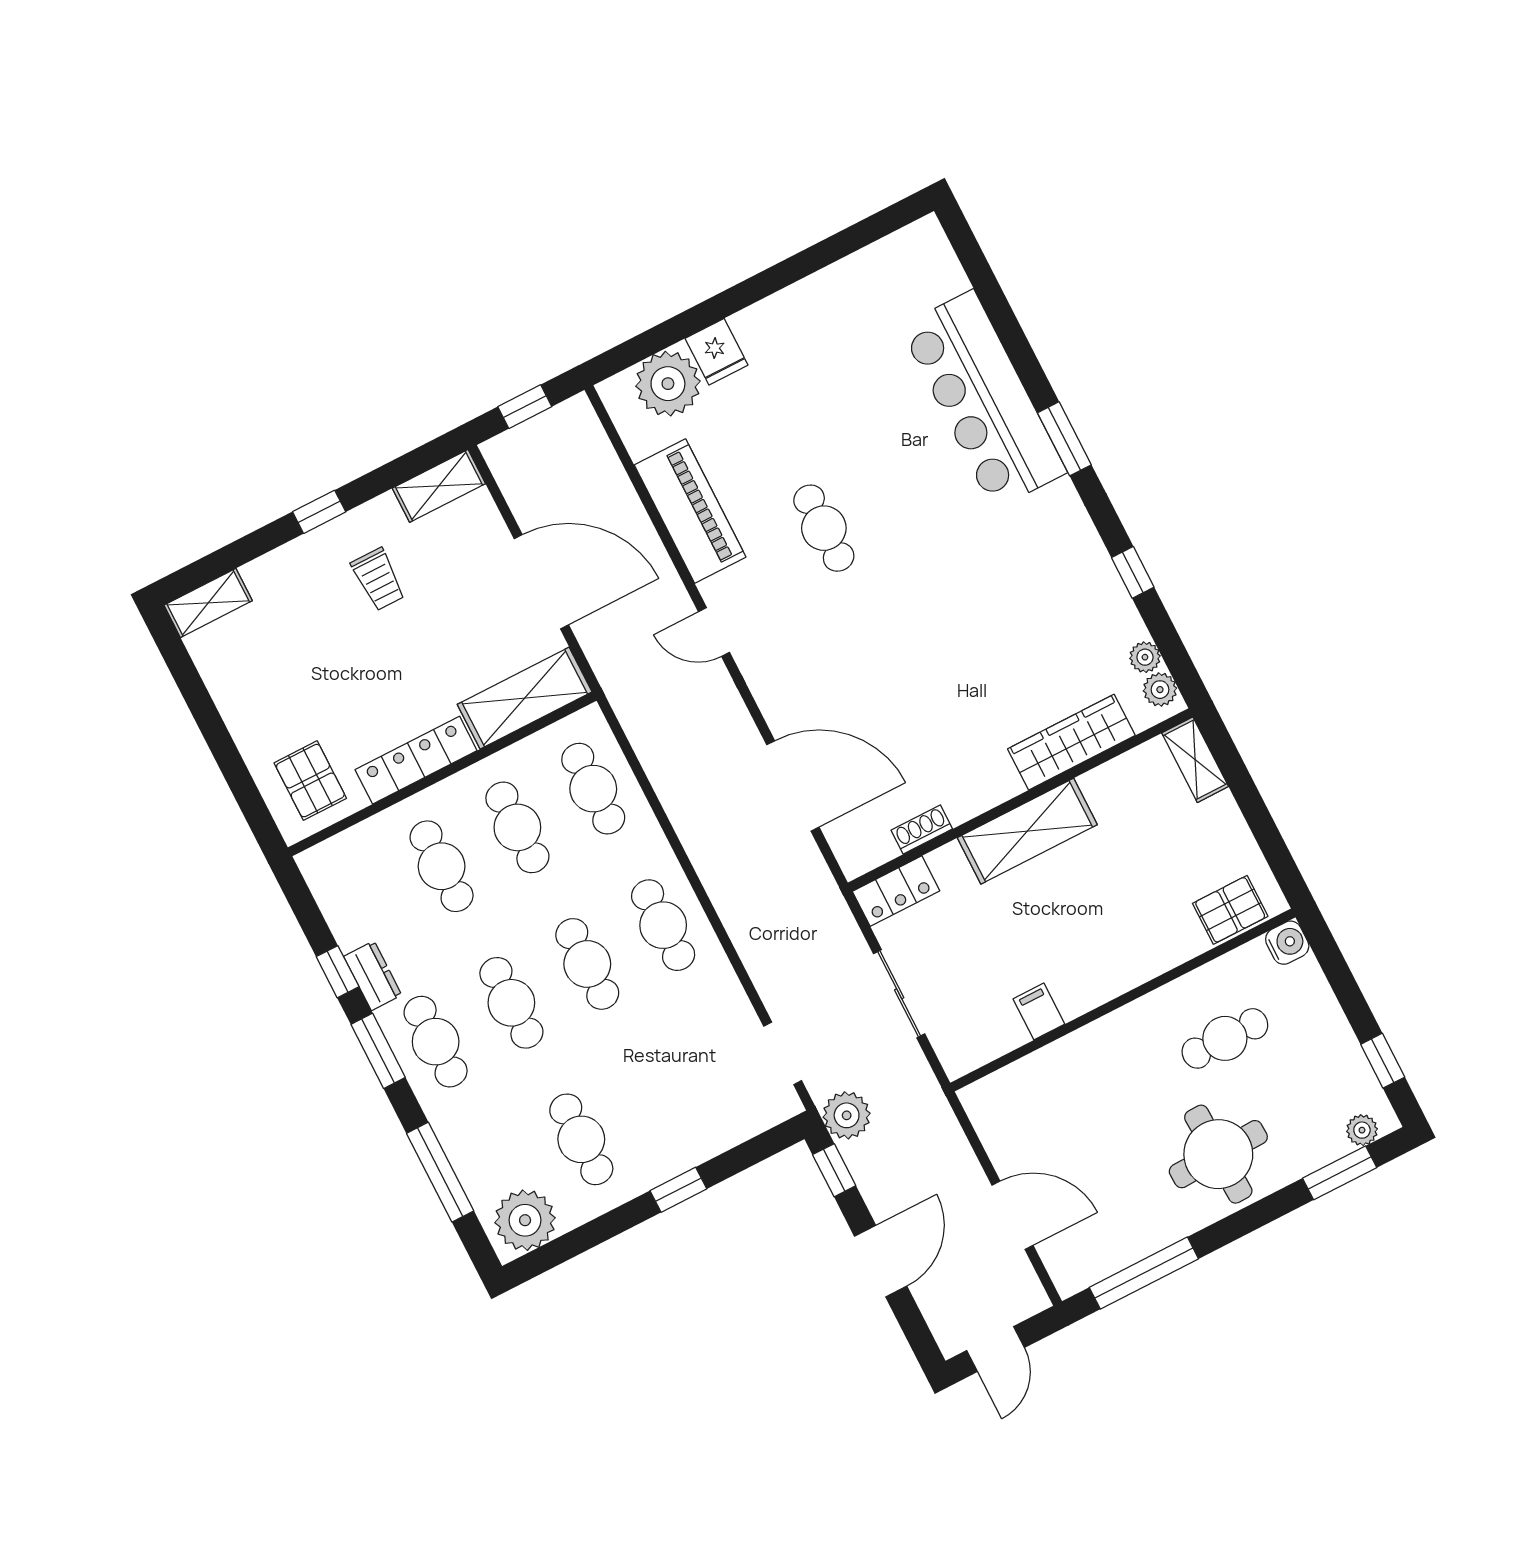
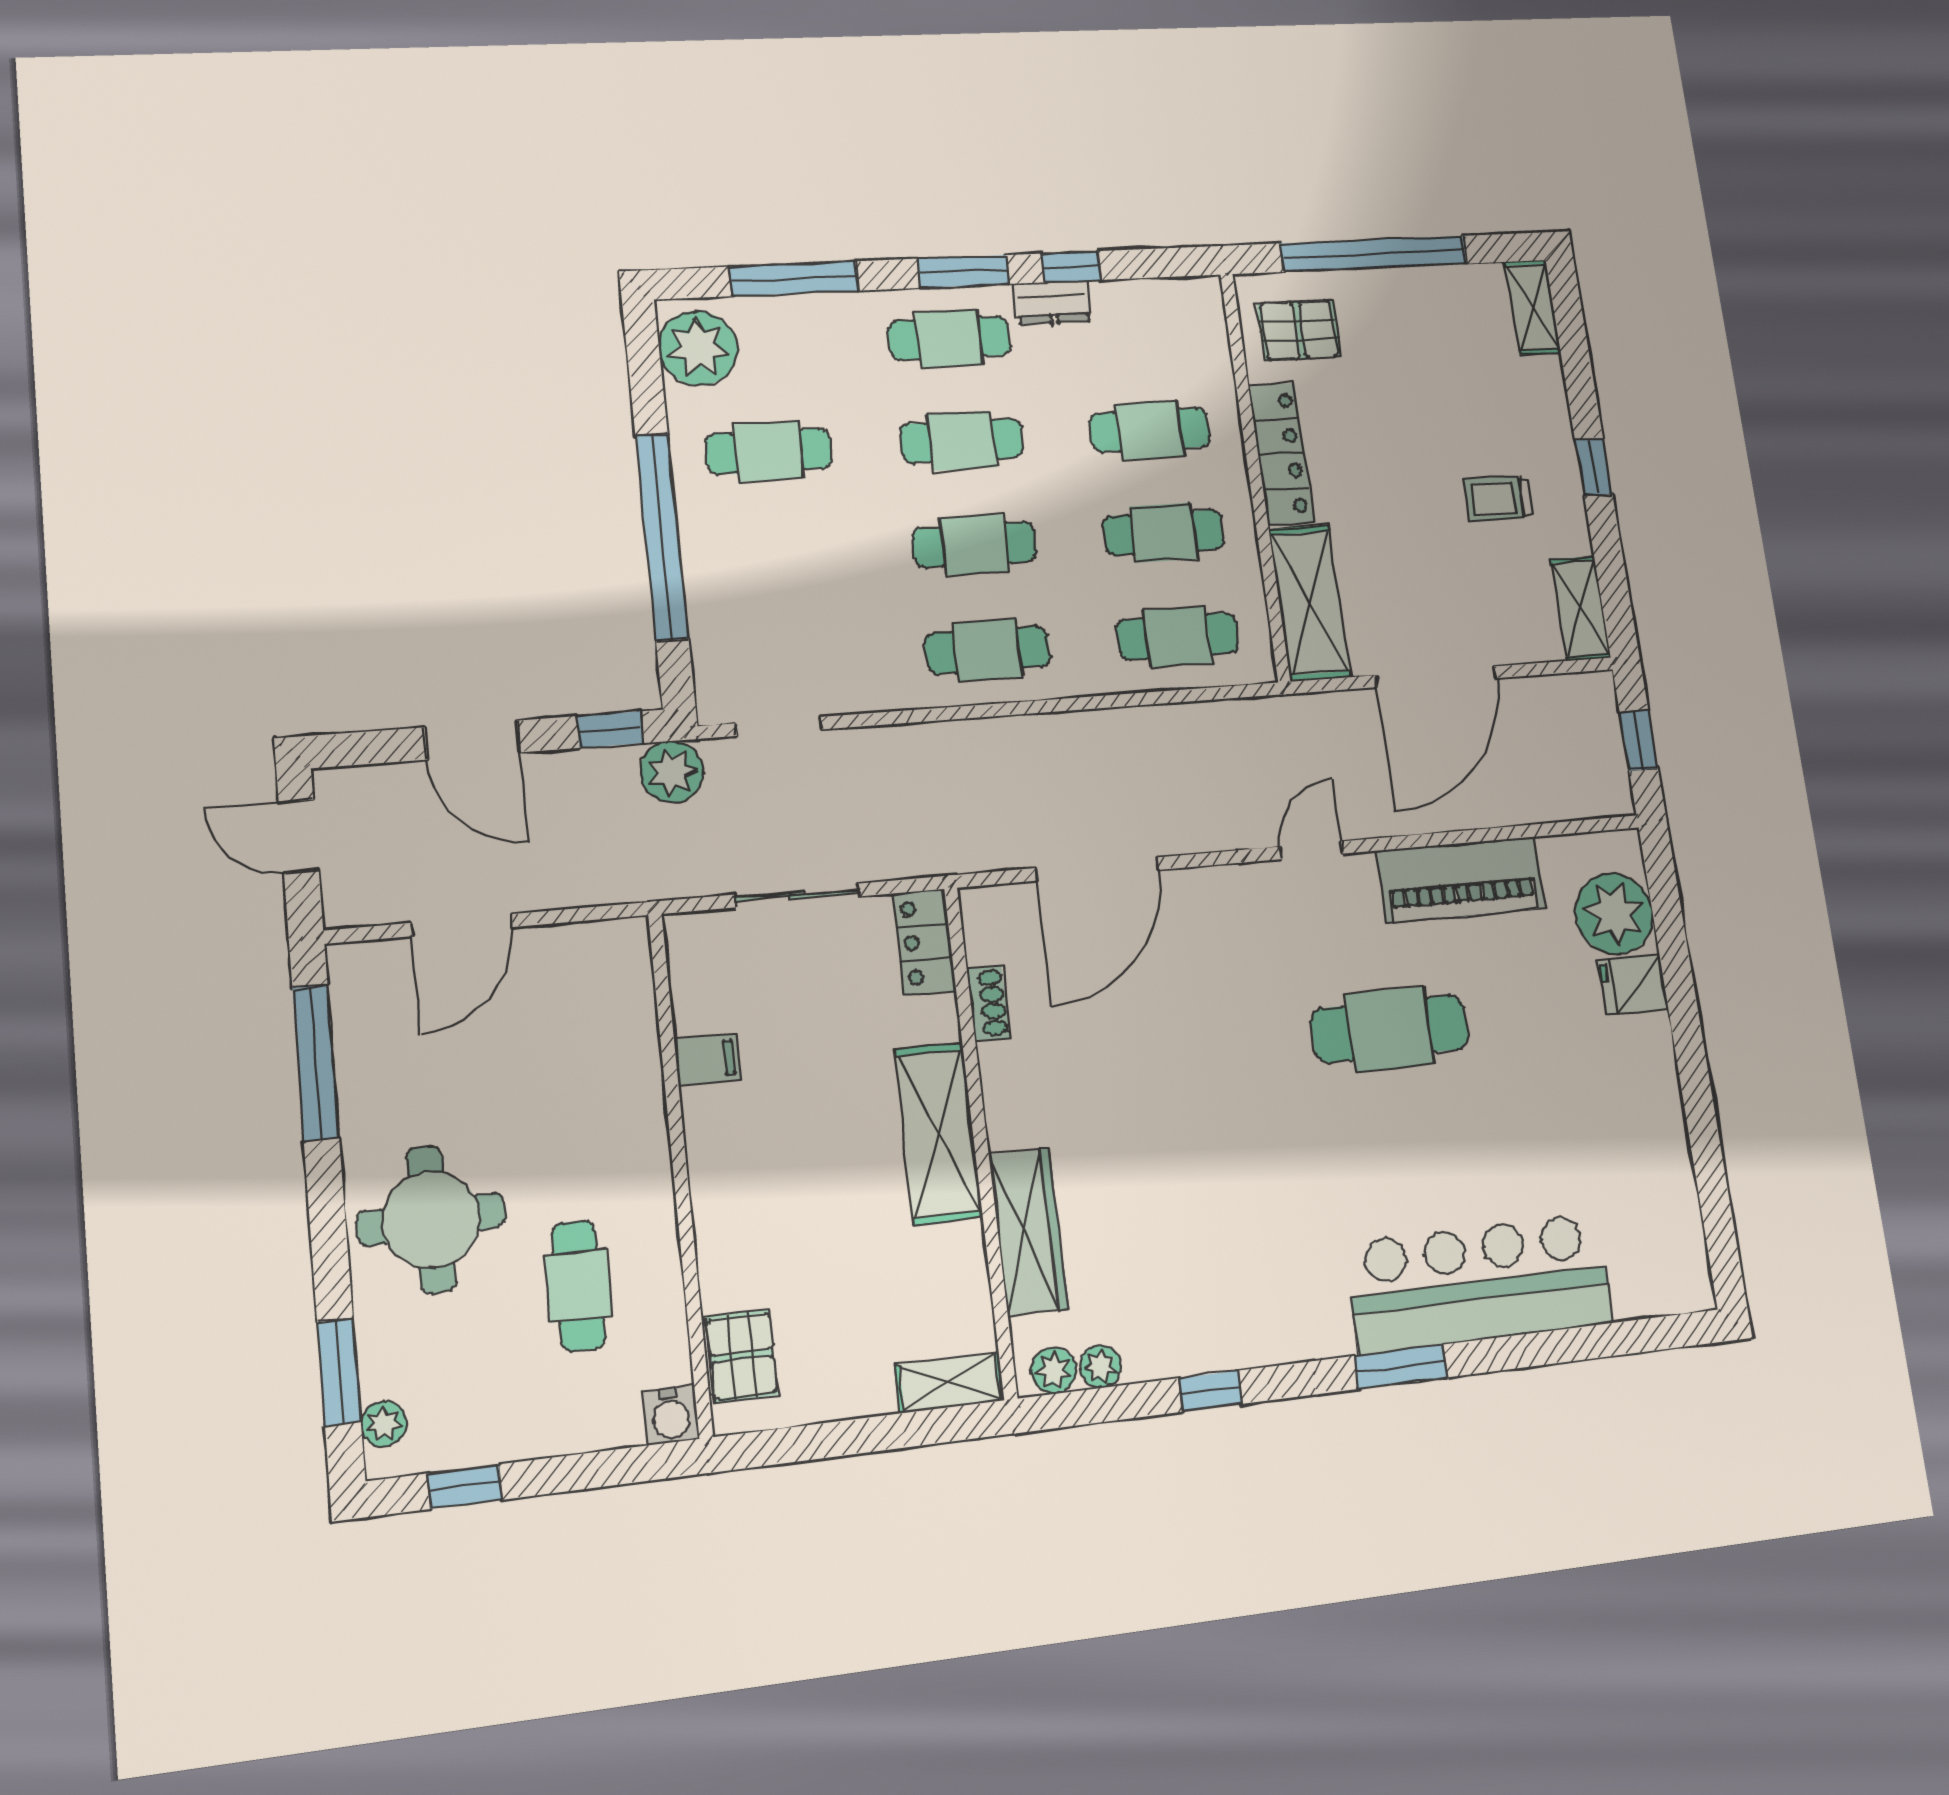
cafe table: (824, 528) -> (1390, 1029), width x1.37, depth x1.35
window: (221, 743) -> (1374, 254), added
window: (678, 1190) -> (662, 537), width x3.17

